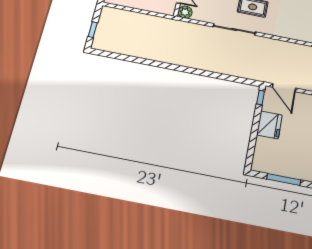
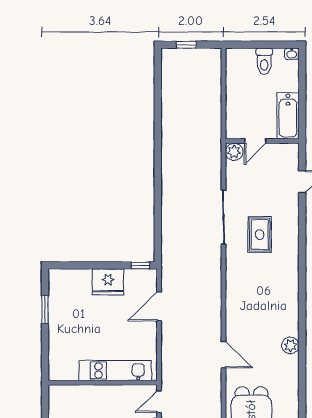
door: (284, 88) -> (159, 306), moved
window: (284, 179) -> (45, 310), width x0.69

